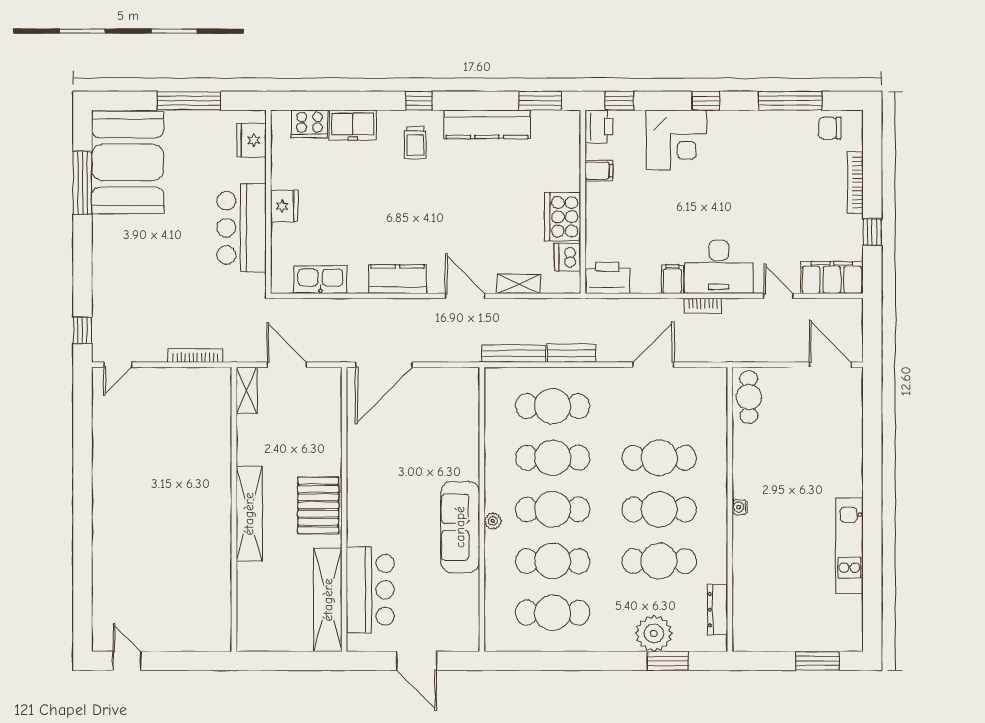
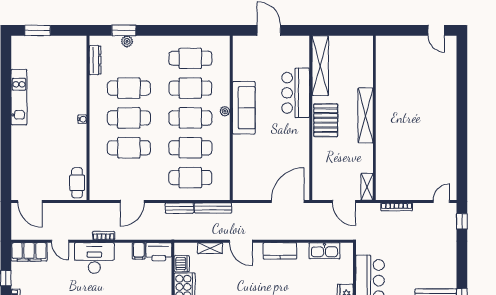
filing cabinet: (672, 279) -> (139, 251), moved
bar counter: (370, 590) -> (296, 93), moved
plant: (654, 633) -> (127, 41), width x0.53, depth x0.53

